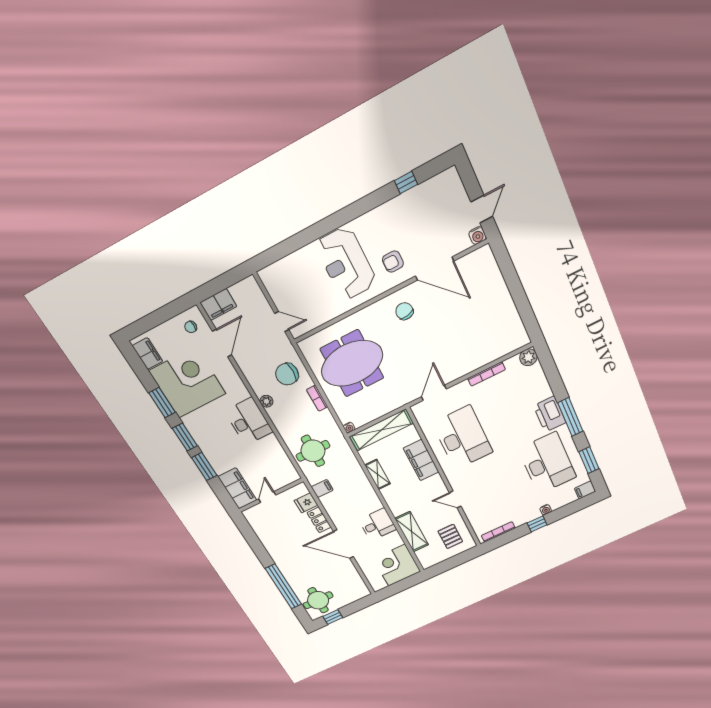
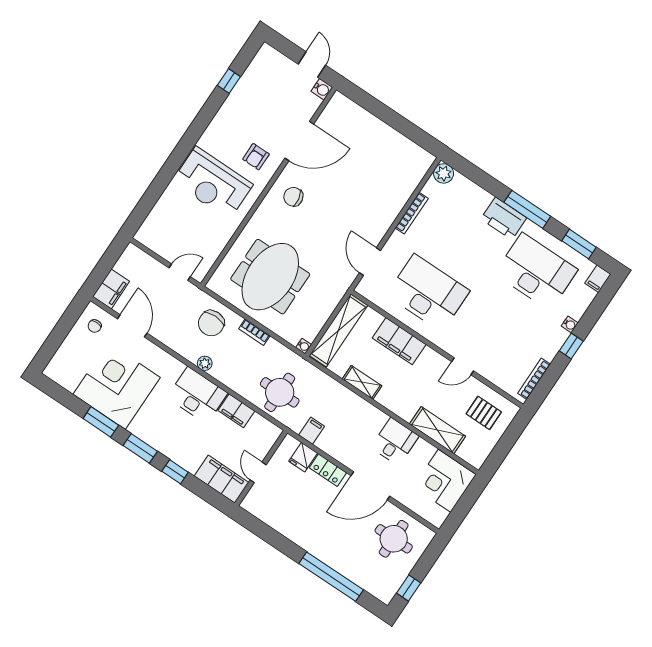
filing cabinet: (147, 354) -> (236, 411), moved, turned 180
window: (204, 466) -> (175, 472), width x0.67
round table: (318, 600) -> (394, 539), moved

